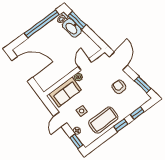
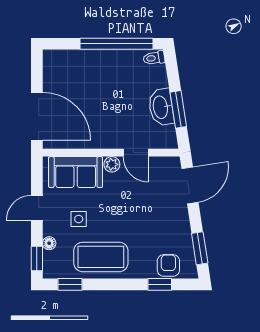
window: (77, 20) -> (178, 109), moved
washbasin: (72, 28) -> (161, 107), moved
door: (85, 64) -> (136, 153), swing flipped
door: (22, 69) -> (37, 116), moved
armchair: (119, 87) -> (168, 265), moved
window: (121, 125) -> (70, 284), moved

